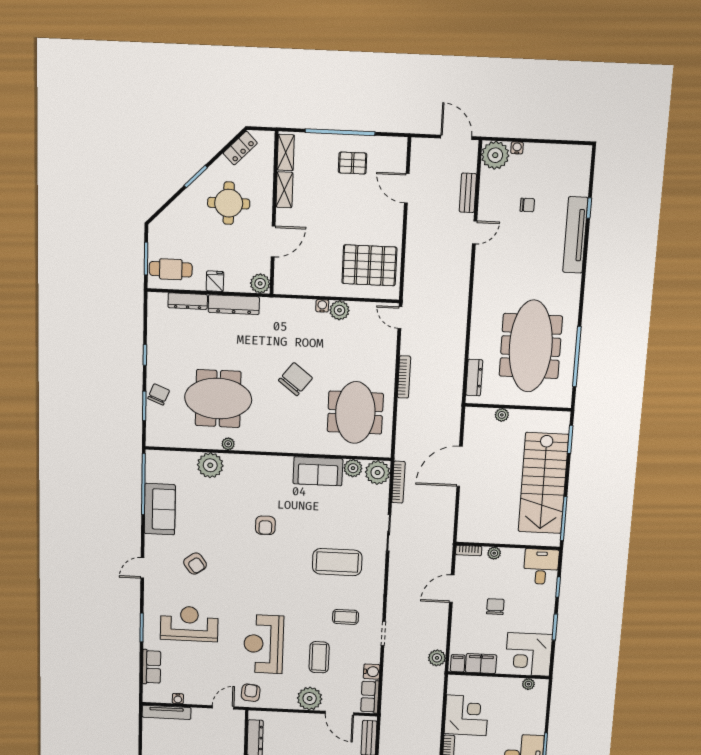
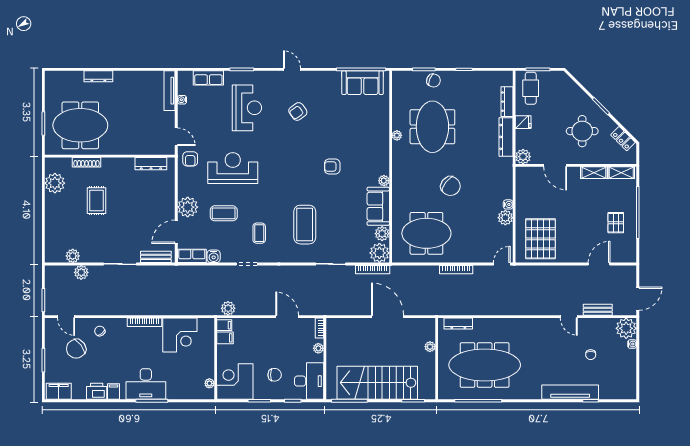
plant: (210, 465) -> (384, 181), moved, width x0.53, depth x0.53
sofa: (160, 509) -> (363, 83), moved
desk: (541, 567) -> (309, 381), width x1.37
chair: (495, 607) -> (275, 375), moved
filing cabinet: (481, 664) -> (225, 338), width x0.50
armchair: (251, 693) -> (190, 159), turned 85

